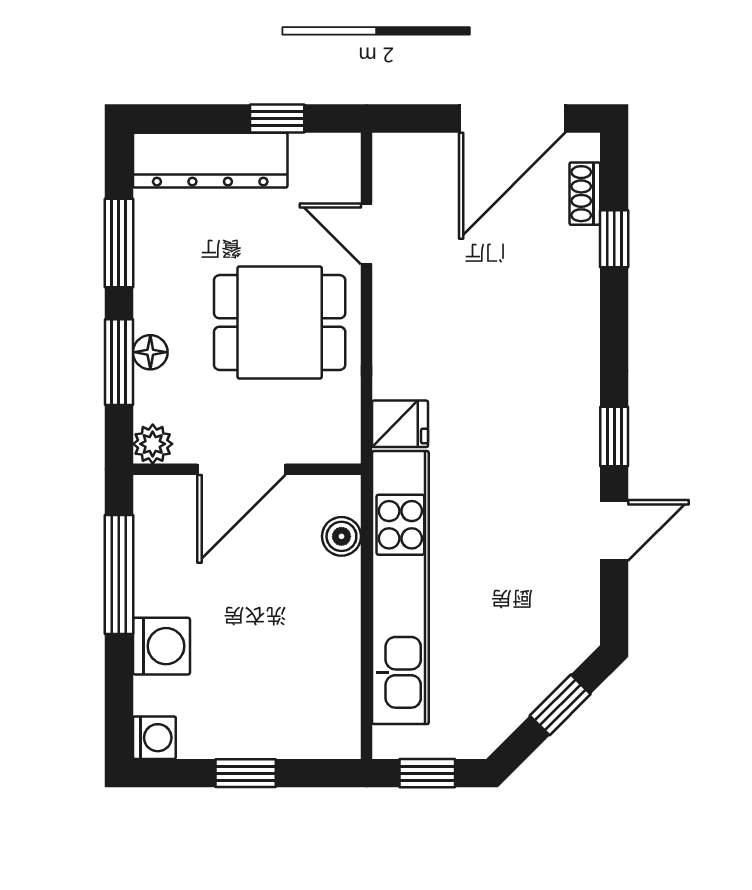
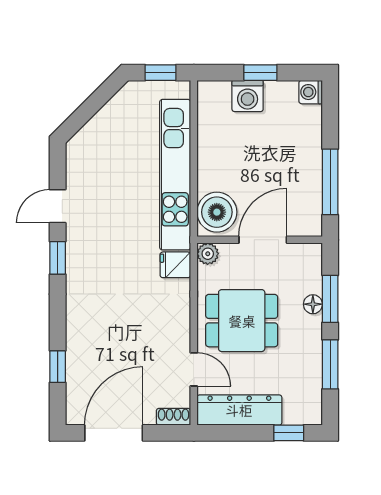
window: (277, 119) -> (289, 433), moved
dresser: (210, 160) -> (239, 410), moved
shoe rack: (585, 194) -> (174, 417), moved, turned -90
plant: (153, 444) -> (208, 254), moved
boiler: (341, 536) -> (217, 212), width x1.86, depth x1.86
washing machine: (161, 646) -> (248, 96), moved, turned -90
window: (560, 705) -> (87, 110), removed

